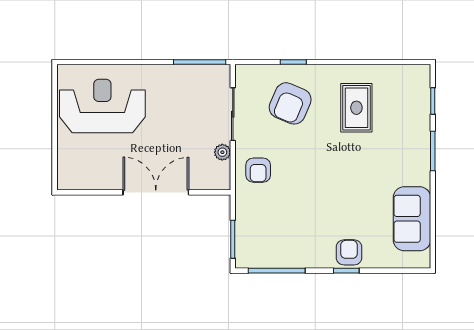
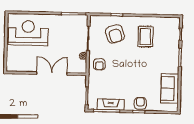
armchair: (290, 103) -> (115, 34), turned -43
fireplace: (285, 256) -> (111, 104), added

